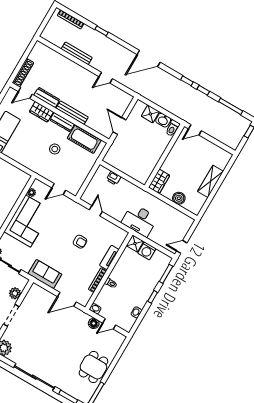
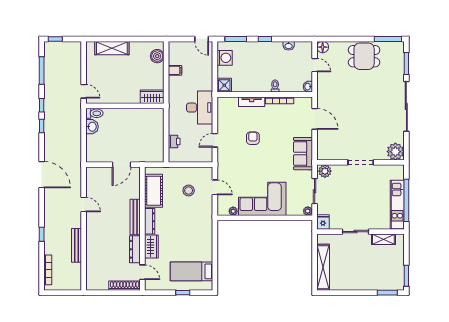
shower: (150, 114) -> (93, 142), removed
stool: (55, 149) -> (189, 191), moved
shelving: (210, 181) -> (112, 48), moved
boiler: (179, 198) -> (157, 56), moved
filing cabinet: (169, 212) -> (175, 70), added
desk: (140, 220) -> (200, 108), moved
washing machine: (147, 251) -> (225, 58), moved
plant: (15, 293) -> (325, 171), moved
floor lamp: (94, 323) -> (323, 47), moved

